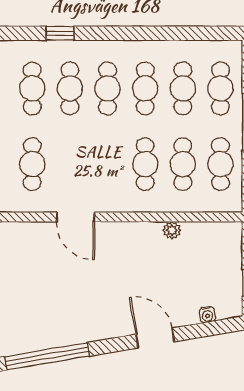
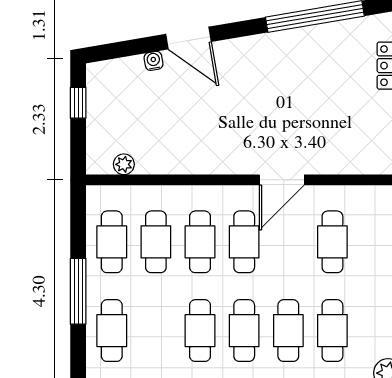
cafe table: (183, 88) -> (244, 242), moved
door: (75, 217) -> (282, 180), swing flipped
plant: (172, 230) -> (124, 164), moved
water cooler: (207, 315) -> (154, 61), moved

